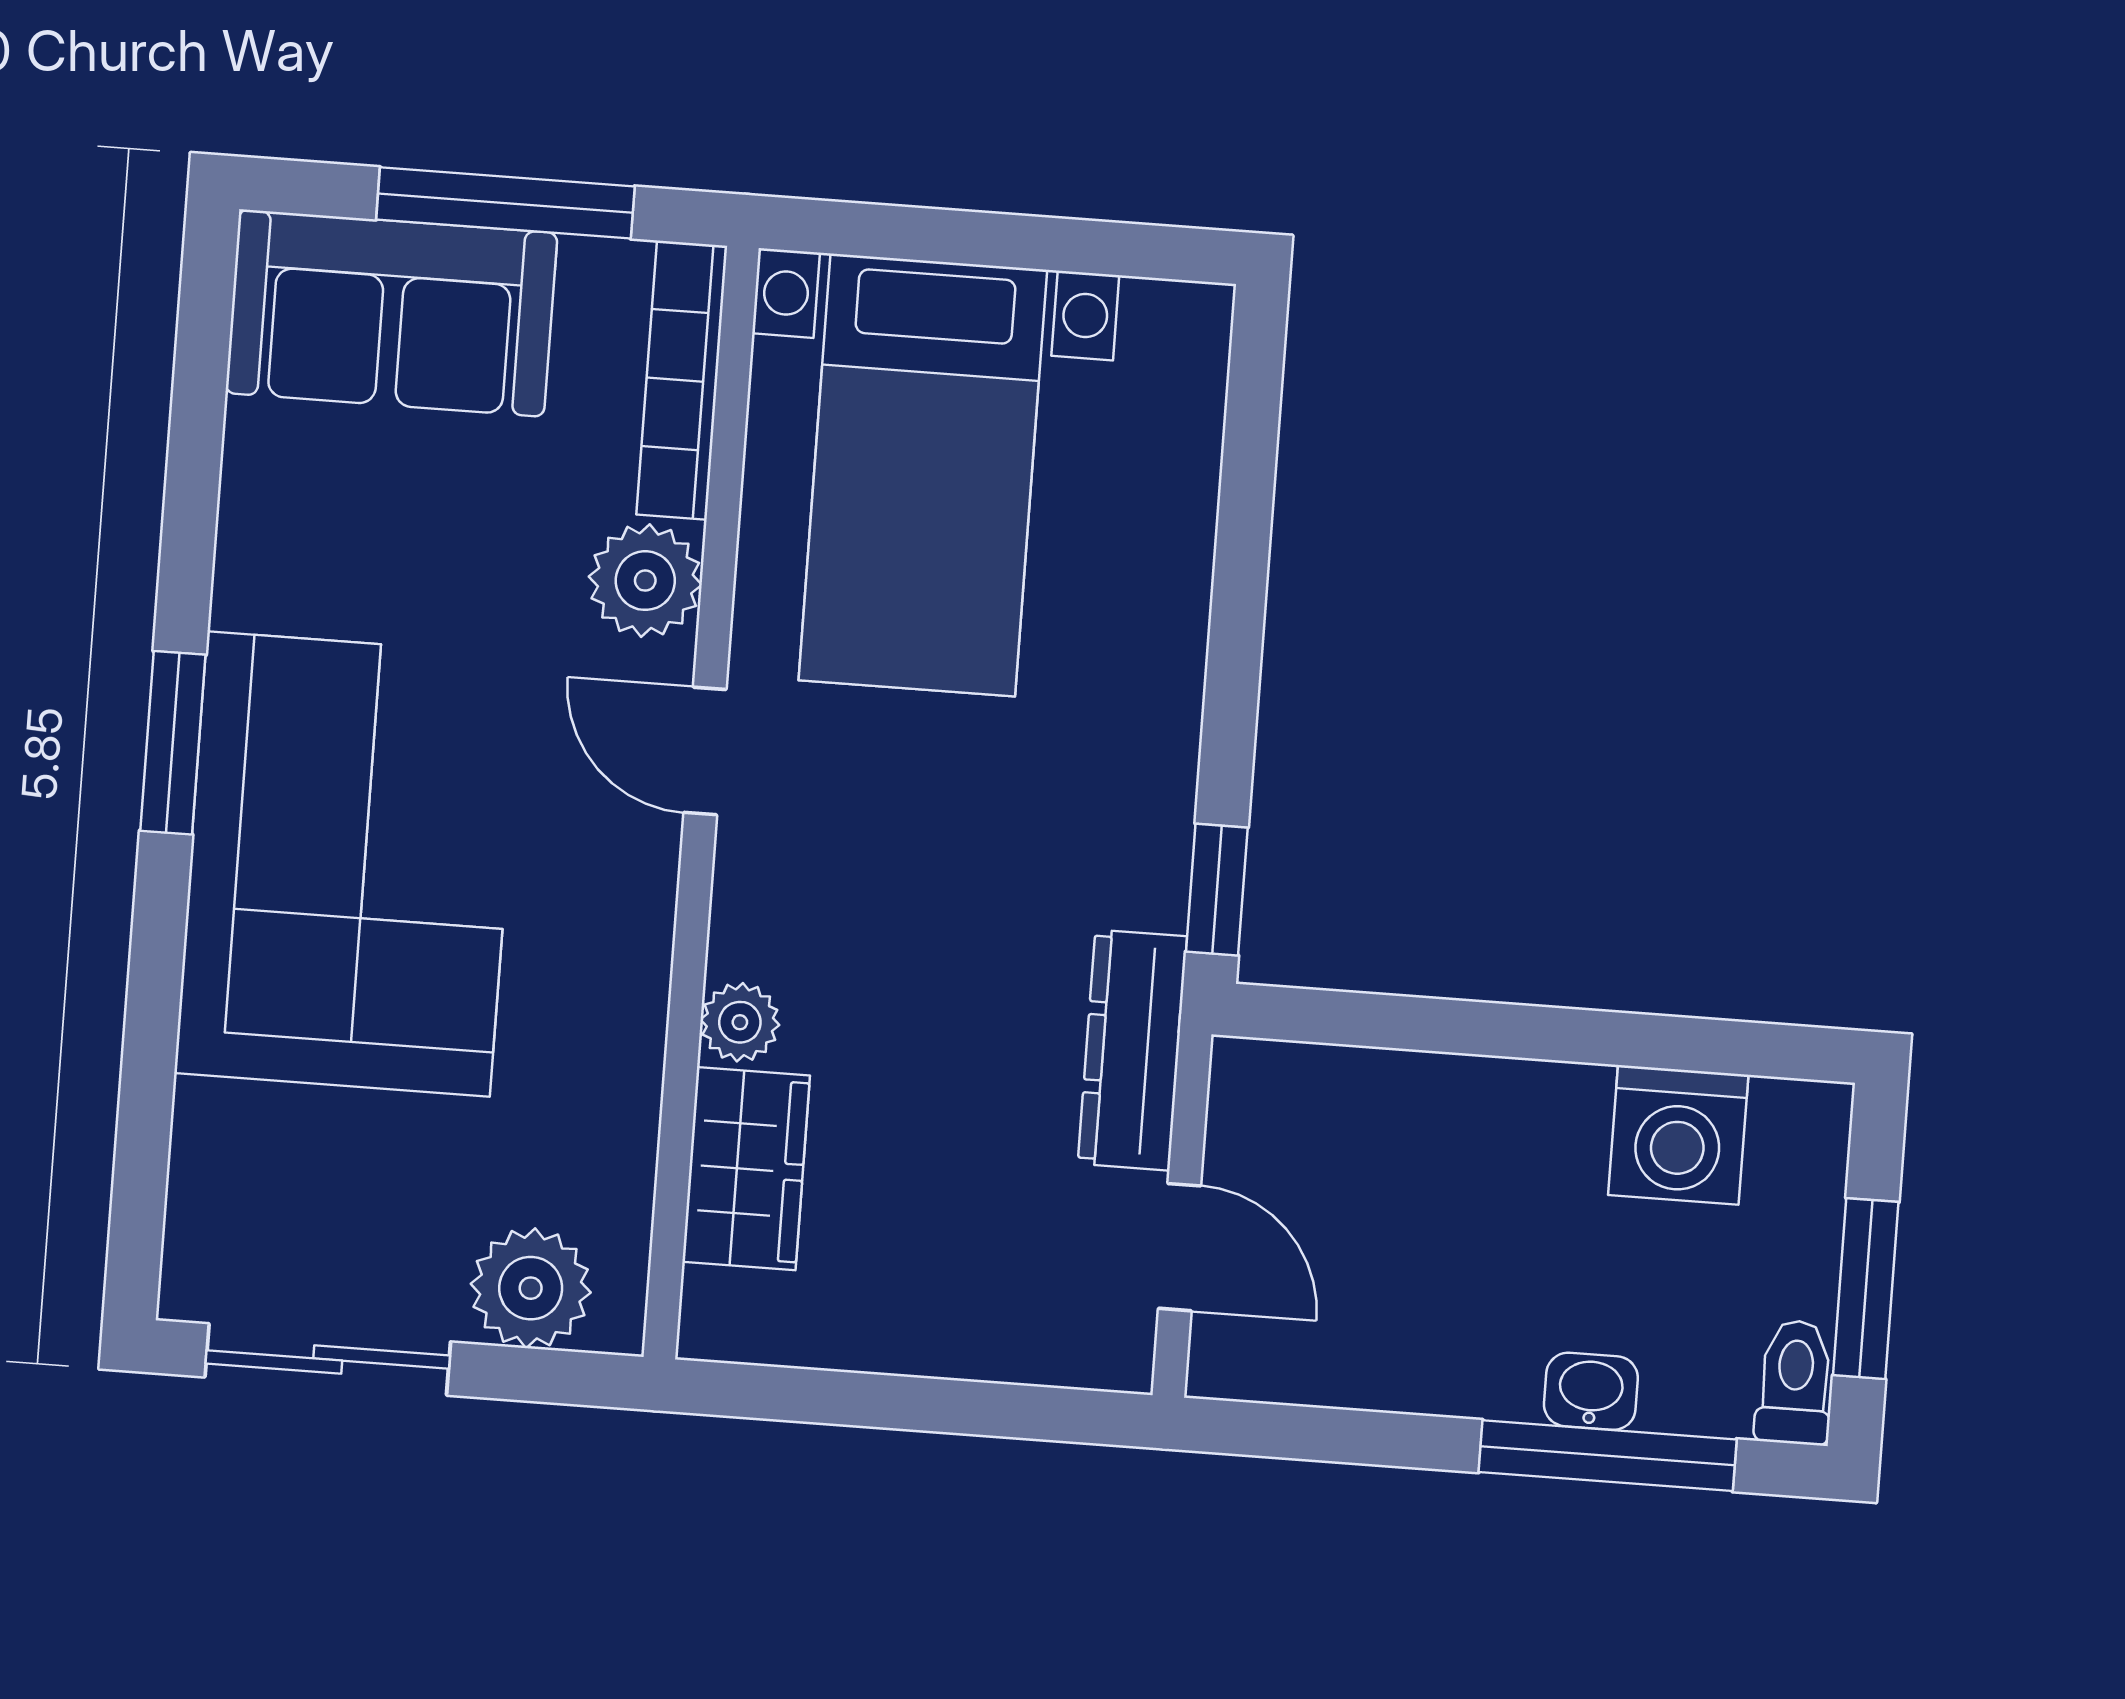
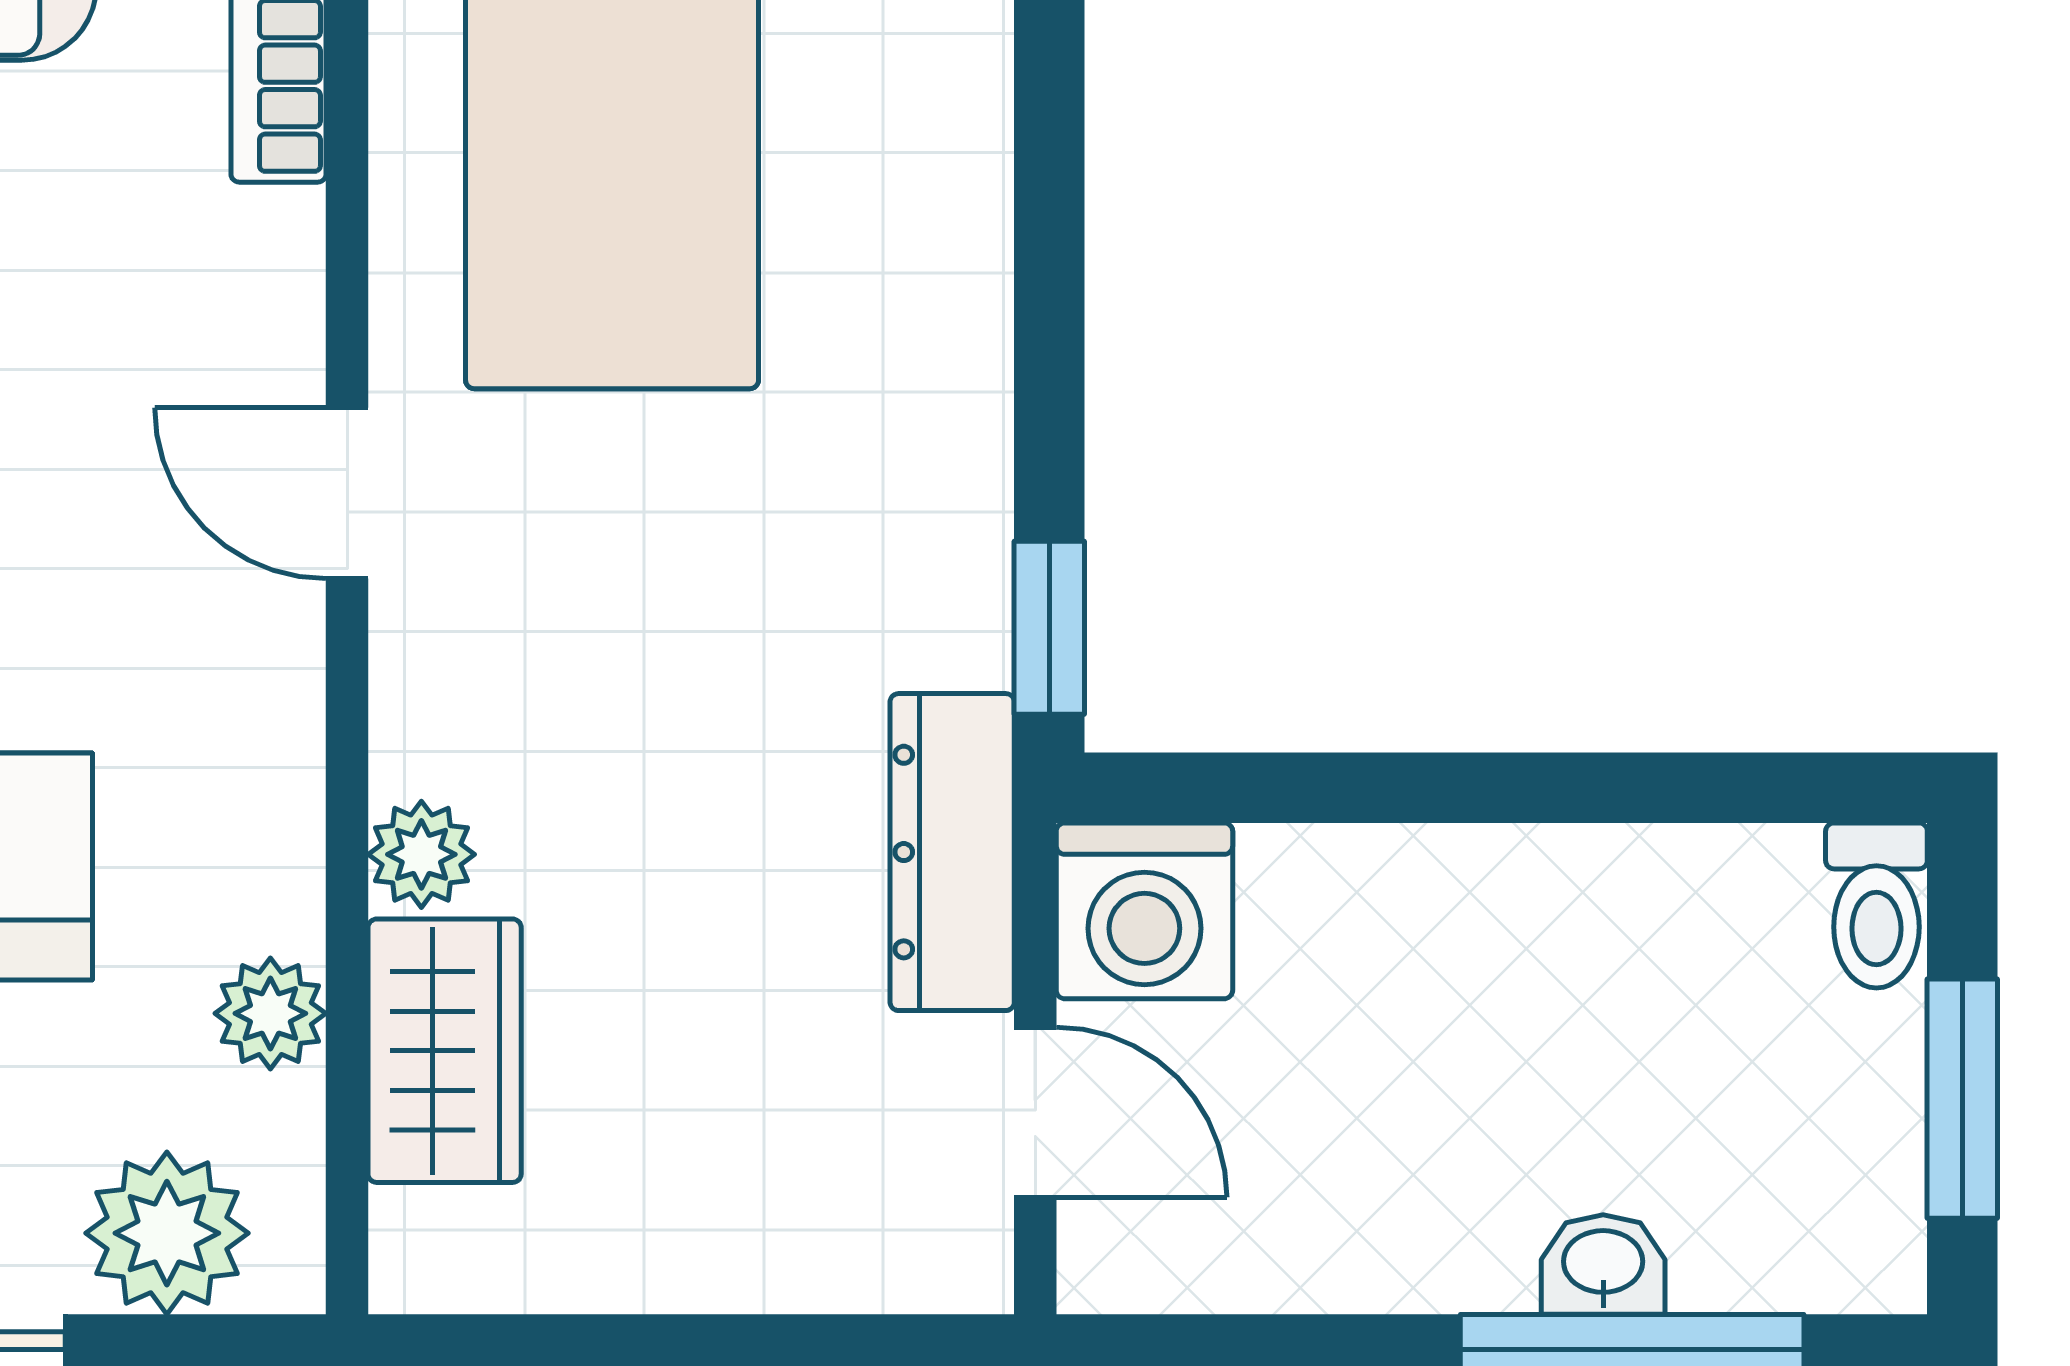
plant: (645, 581) -> (270, 1013), moved, width x0.73, depth x0.73
washing machine: (1678, 1135) -> (1144, 911), moved
toilet: (1795, 1382) -> (1876, 905), moved, turned 180

